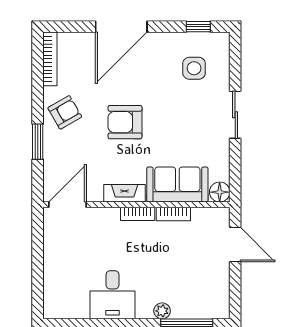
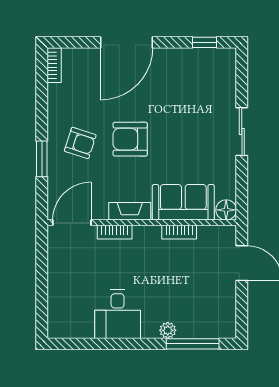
bookcase: (50, 59) -> (54, 65), width x0.64
side table: (194, 68) -> (200, 85), removed
armchair: (65, 112) -> (80, 143), moved, turned 48
bookcase: (138, 214) -> (115, 232), moved

